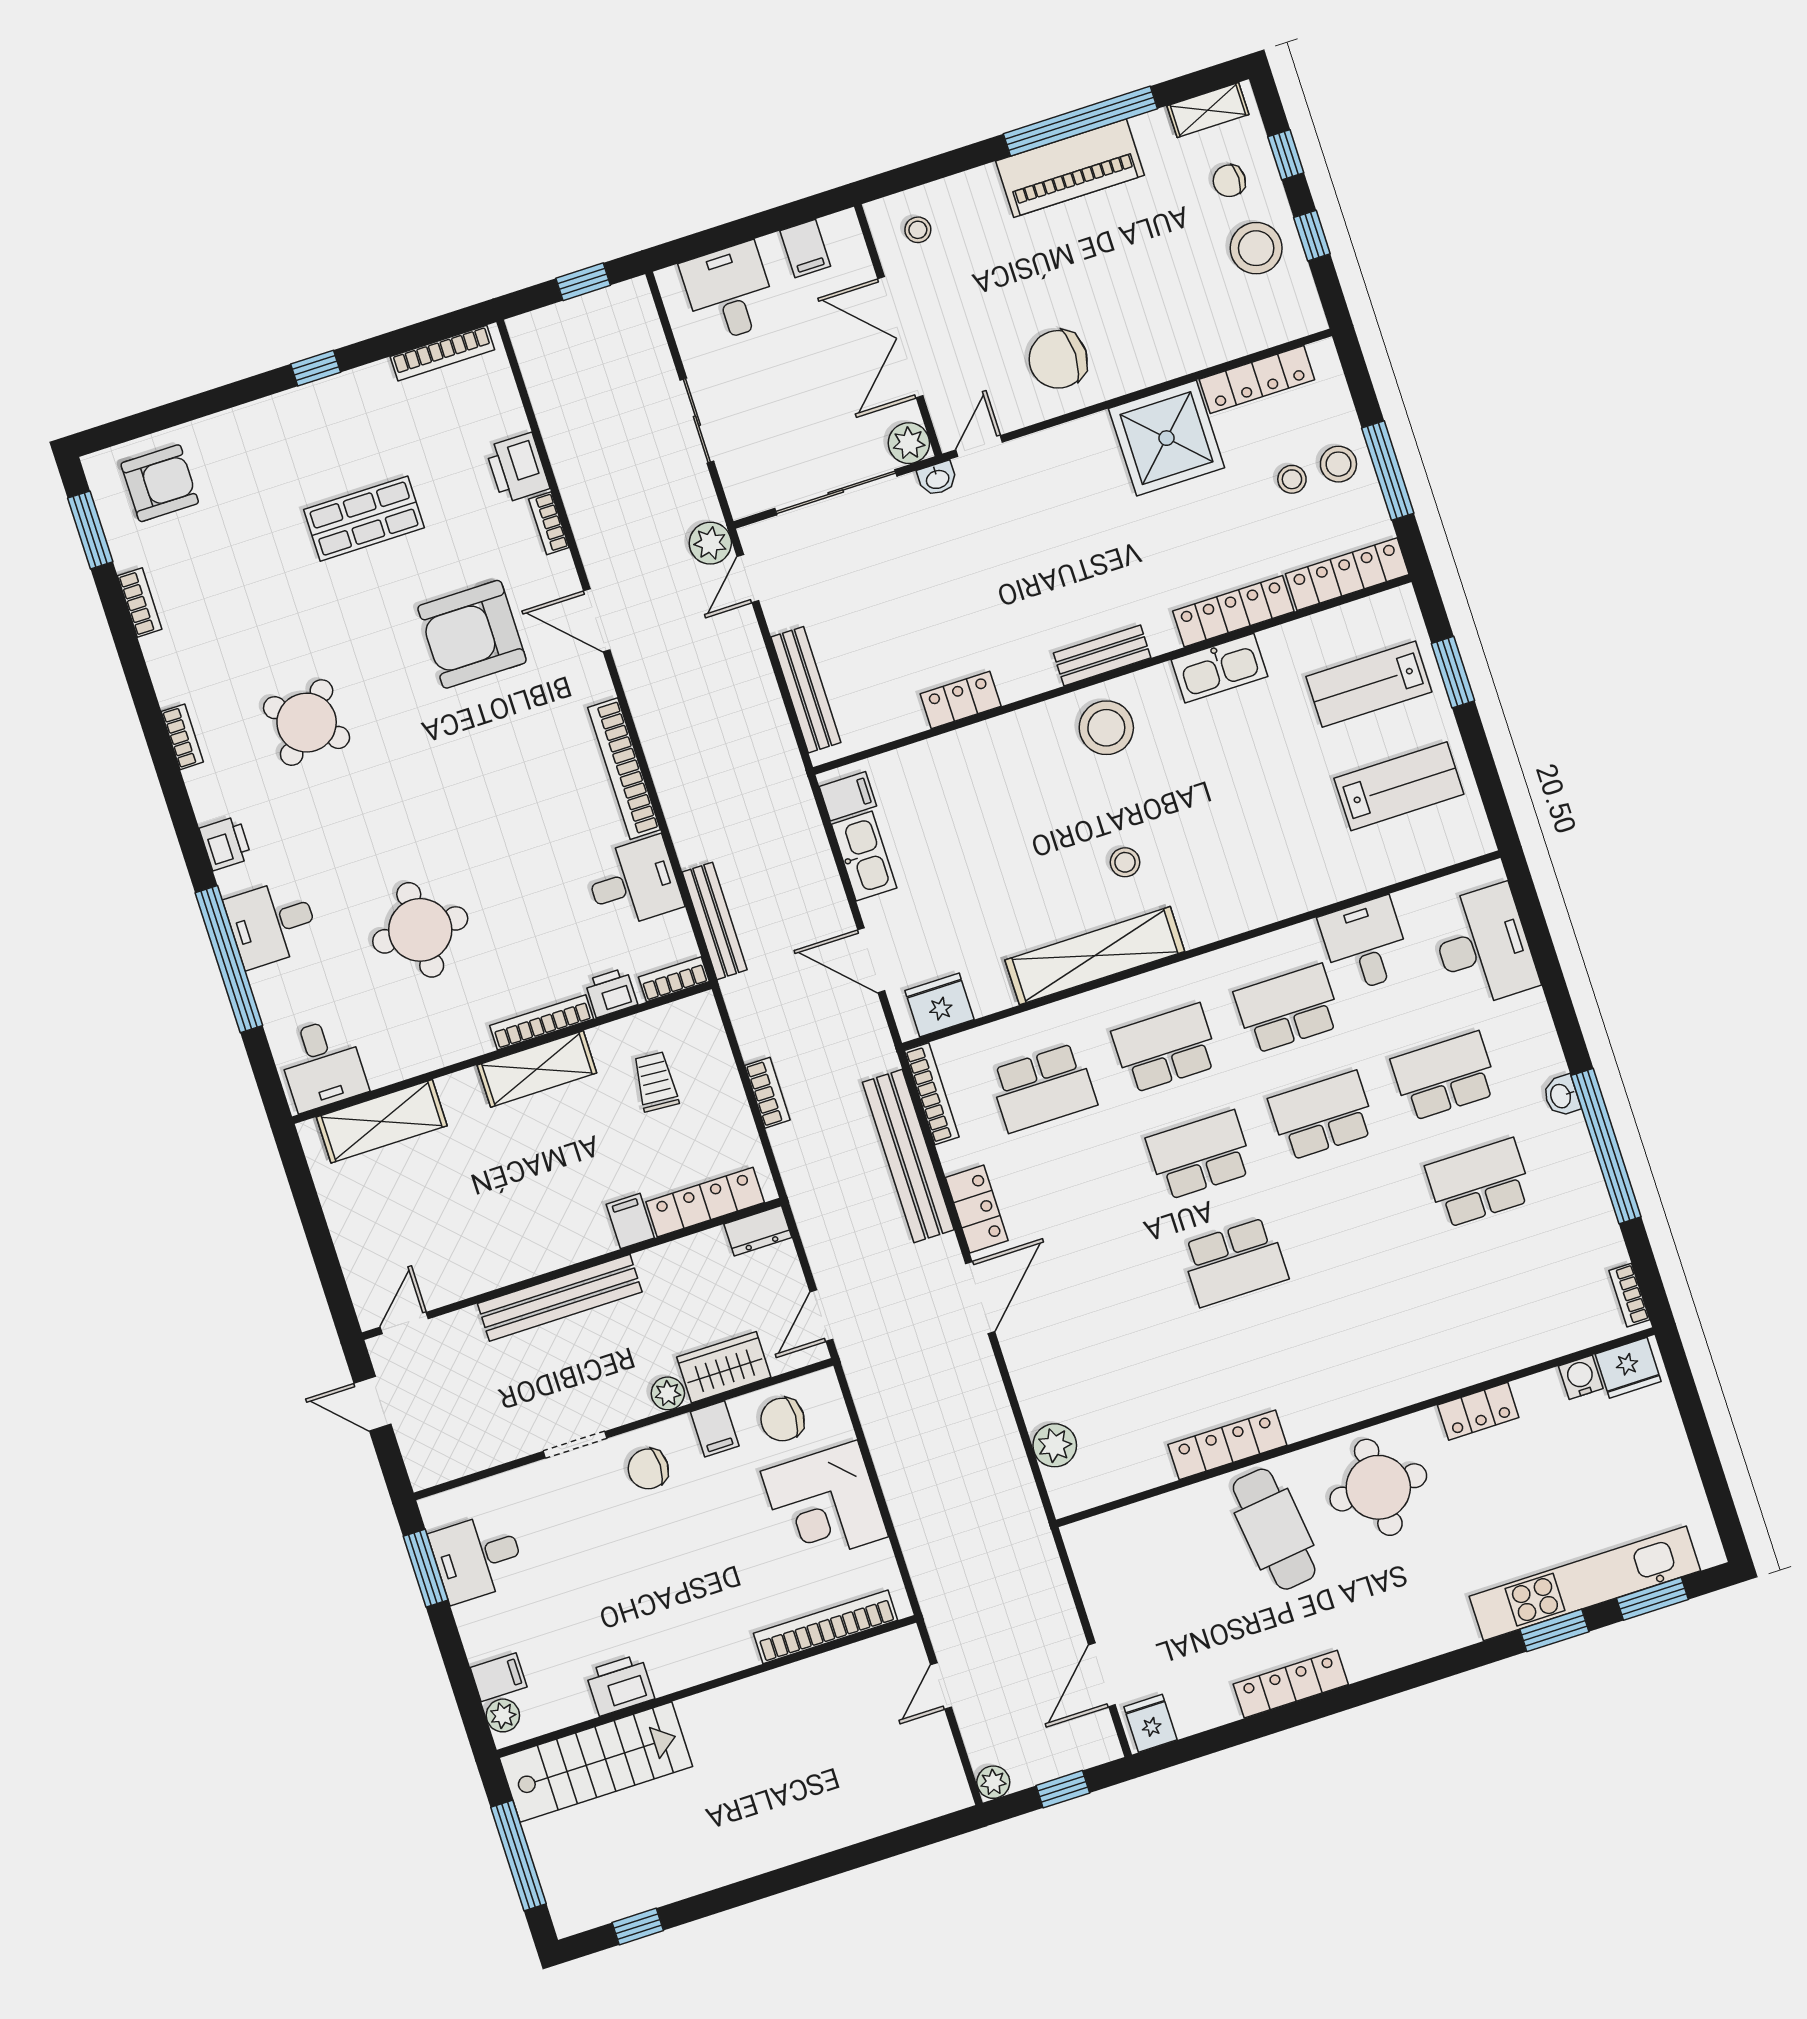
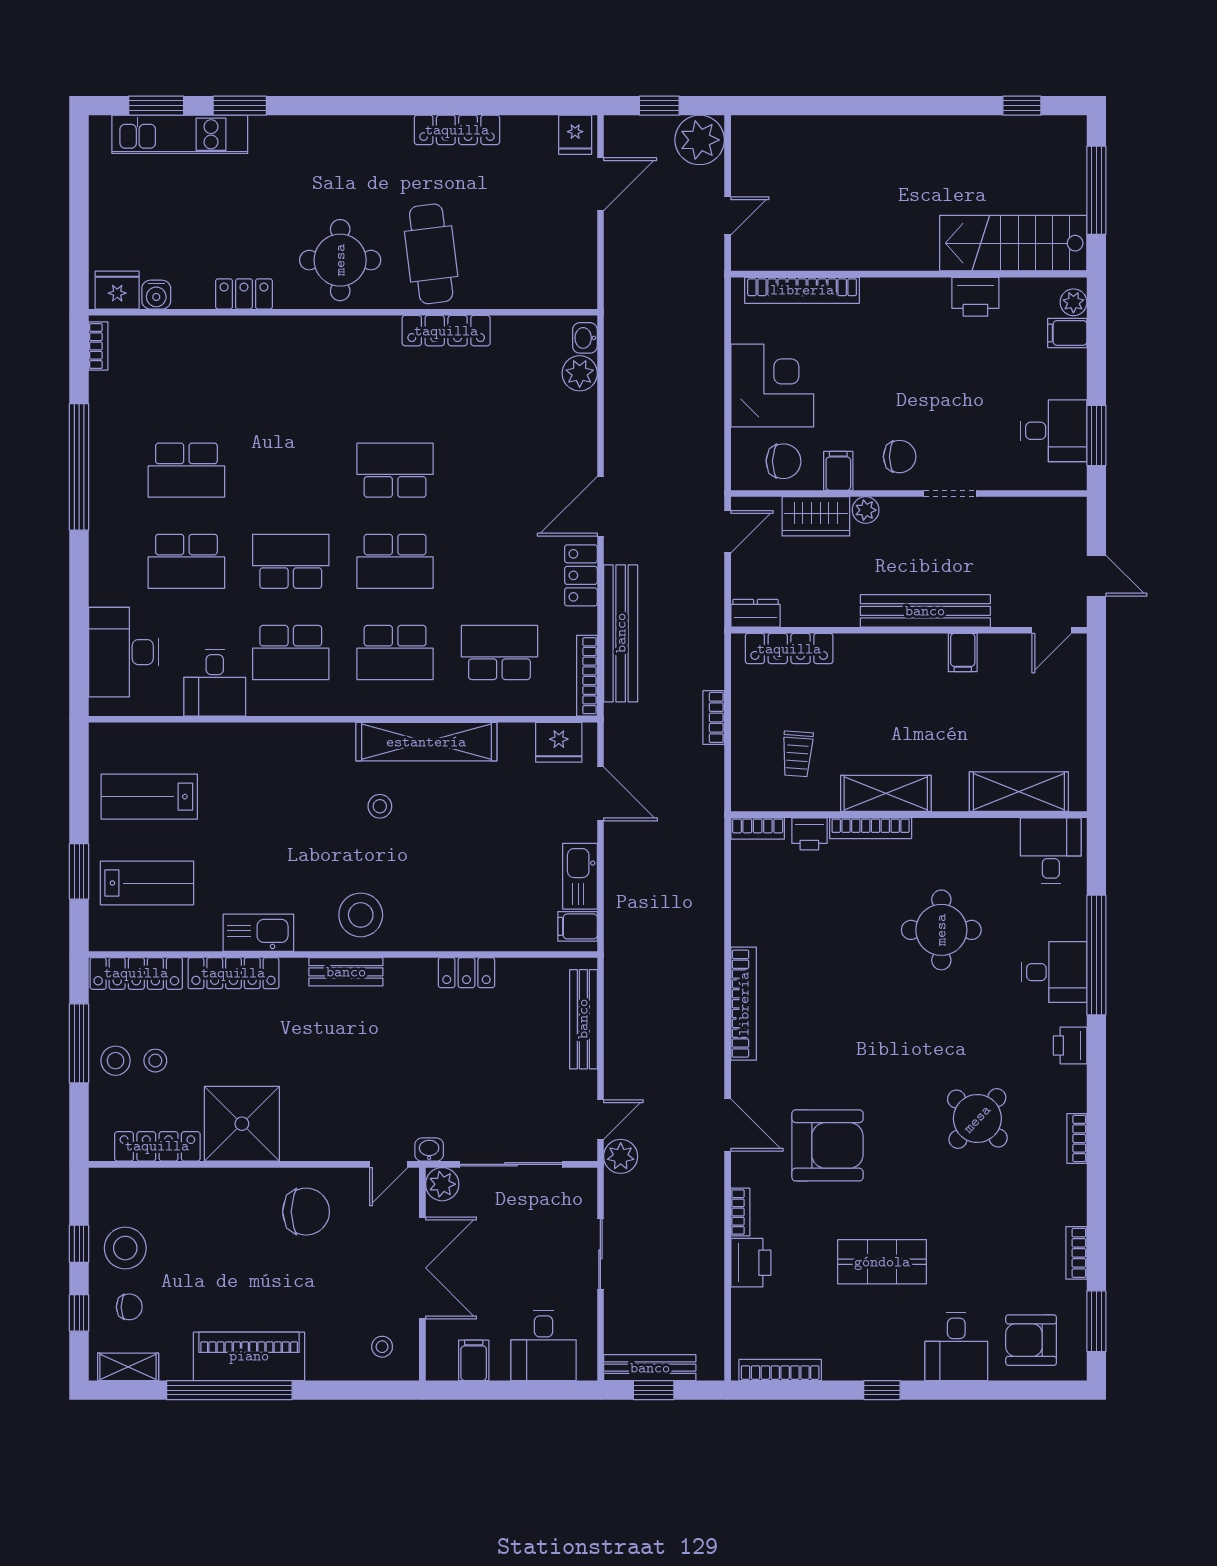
desk: (634, 883) -> (956, 1347), moved, turned -90
bench: (715, 921) -> (650, 1368), moved, turned 90
washbasin: (1561, 1096) -> (585, 338), moved, turned 180
school desk: (1322, 1116) -> (291, 561), turned 180
filing cabinet: (630, 1221) -> (963, 653), moved
kitchen unit: (1585, 1583) -> (180, 134), width x0.73
plant: (993, 1782) -> (700, 140), width x1.87, depth x1.87

